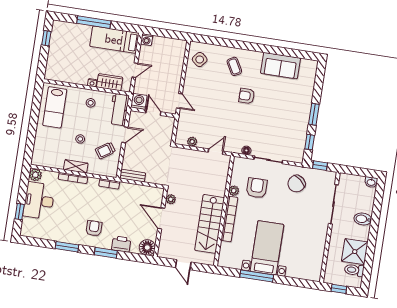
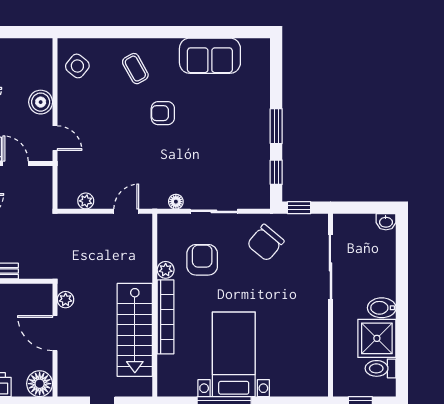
boiler: (174, 78) -> (41, 102), added
bidet: (363, 219) -> (382, 308), moved

